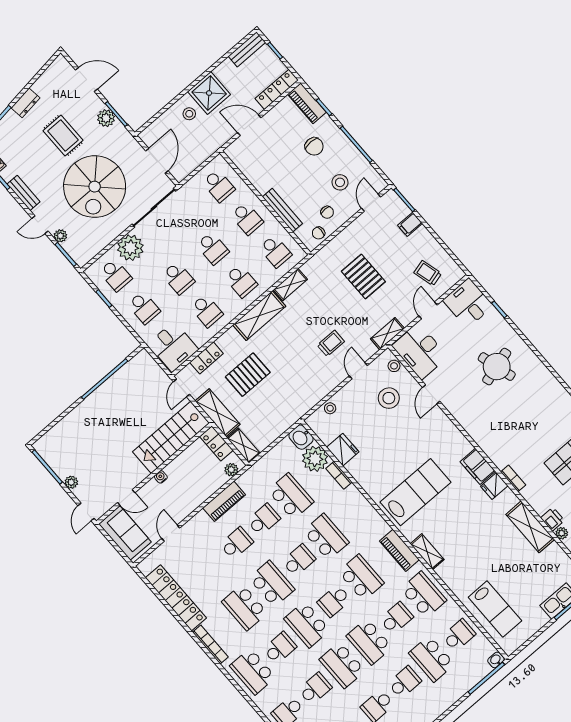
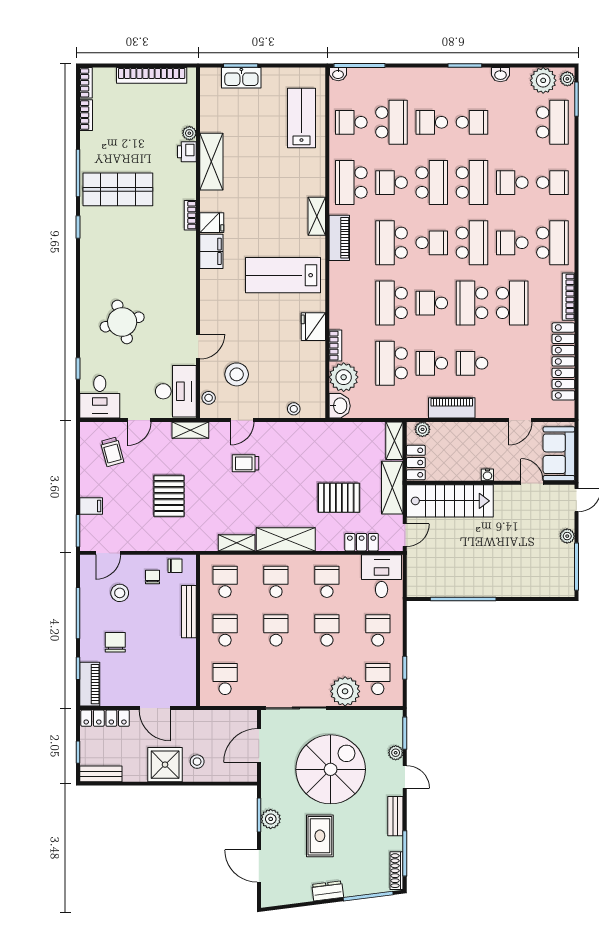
fridge: (343, 450) -> (313, 327), moved

